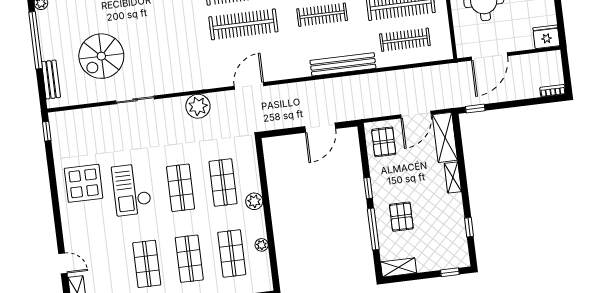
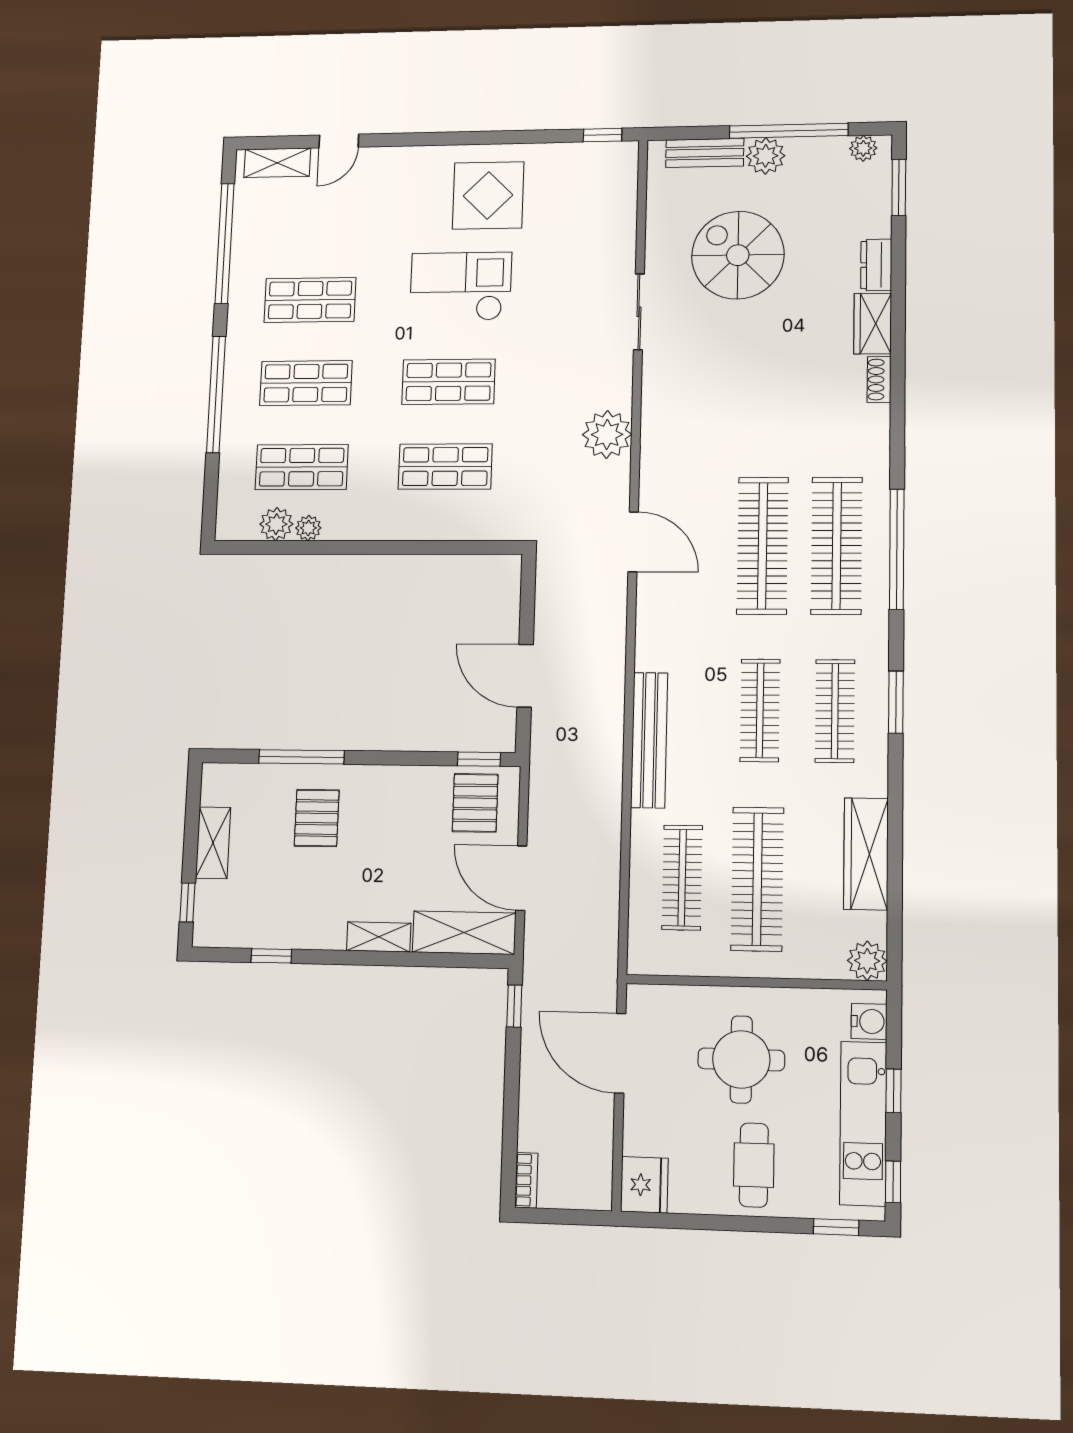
plant: (50, 50) -> (766, 156), added
pallet: (384, 142) -> (475, 803), turned 90
window: (368, 188) -> (479, 759), moved
plant: (254, 201) -> (276, 524), moved
pallet: (401, 217) -> (317, 818), turned 90
shelving: (399, 267) -> (213, 843), moved

